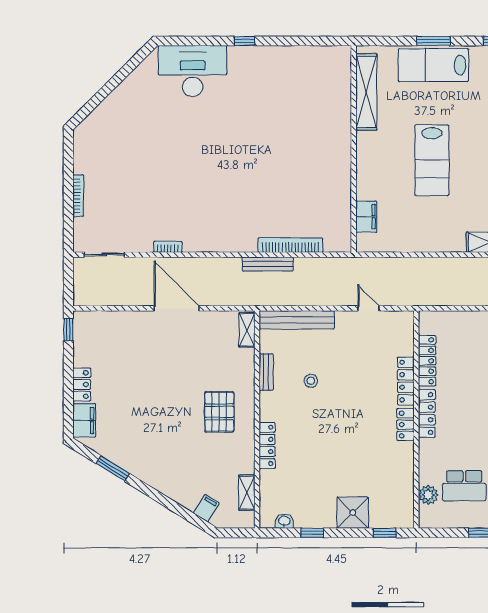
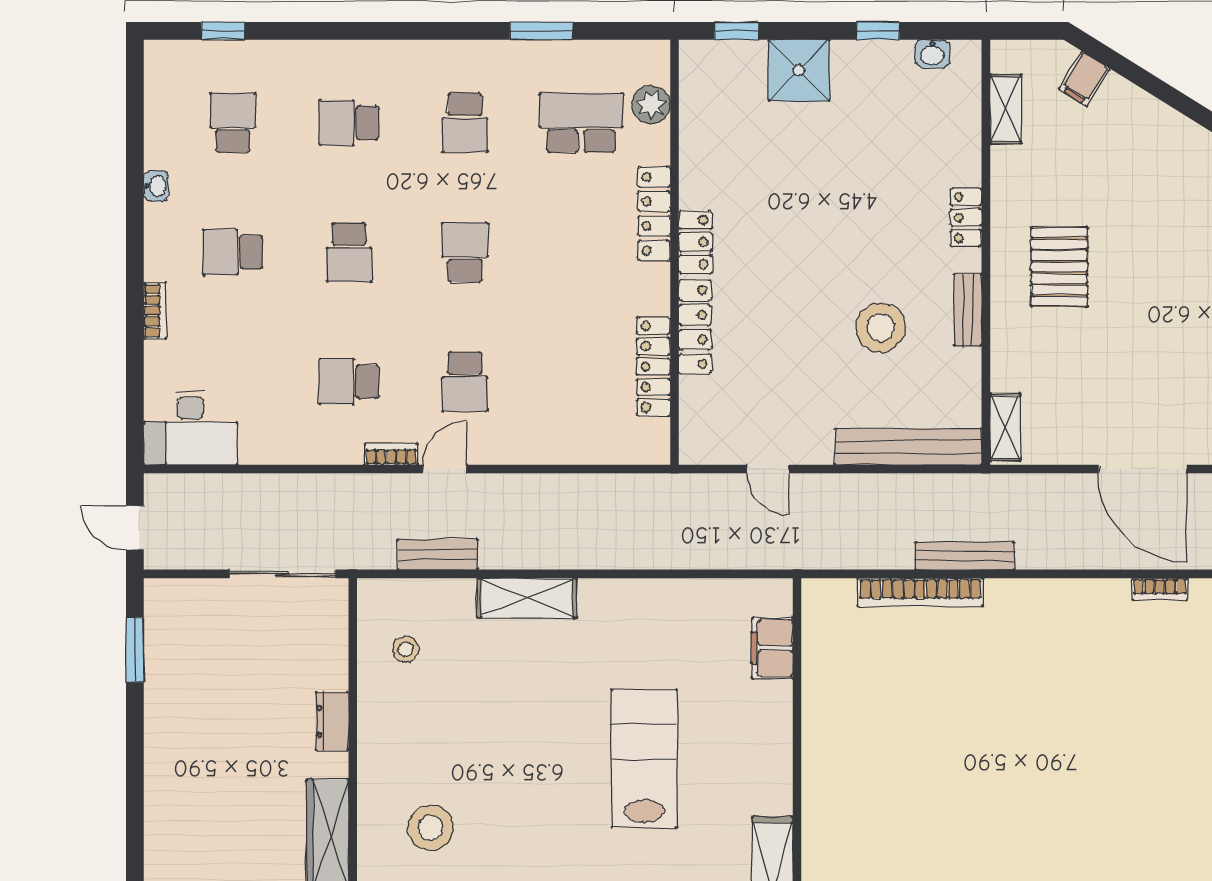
bench: (266, 372) -> (968, 310), moved
stool: (311, 381) -> (881, 327), width x1.89, depth x1.89
locker: (427, 413) -> (654, 214), moved
locker: (267, 445) -> (966, 218), width x0.66

